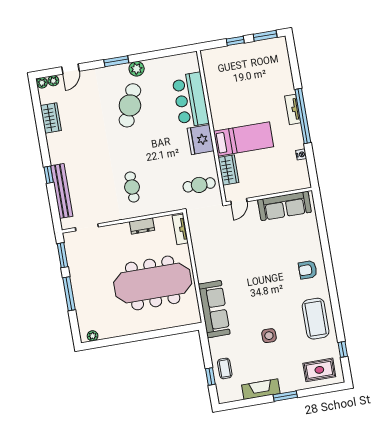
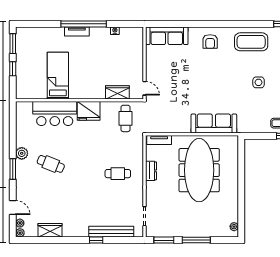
cafe table: (130, 105) -> (51, 164), width x0.73, depth x0.74
bed: (244, 139) -> (58, 76), moved
sofa: (285, 206) -> (167, 36), moved, turned 90
sofa: (214, 309) -> (214, 123), moved

